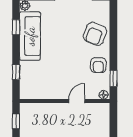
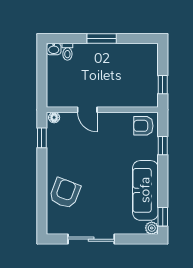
window: (16, 27) -> (163, 217), moved
armchair: (98, 65) -> (143, 126), moved, turned -90
door: (77, 101) -> (87, 110), hinge flipped

